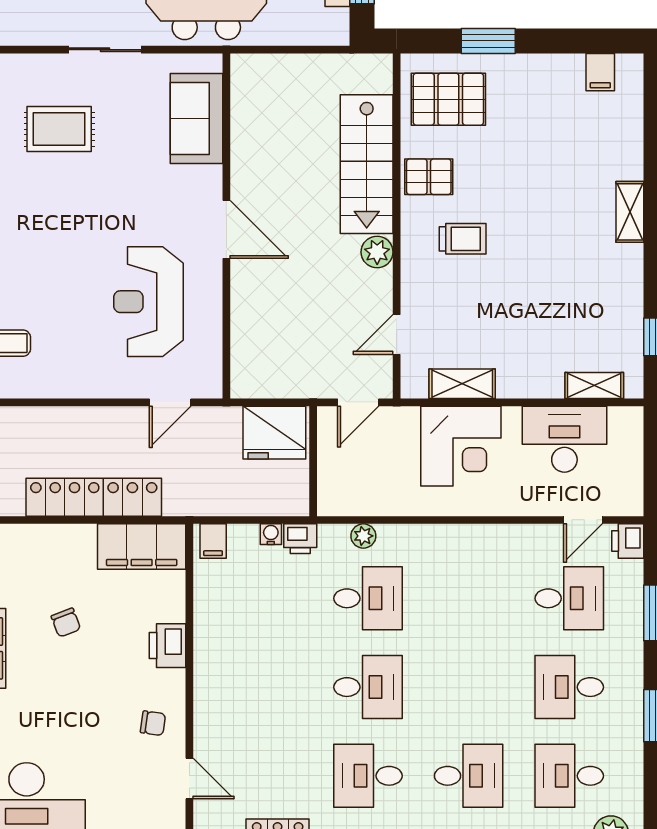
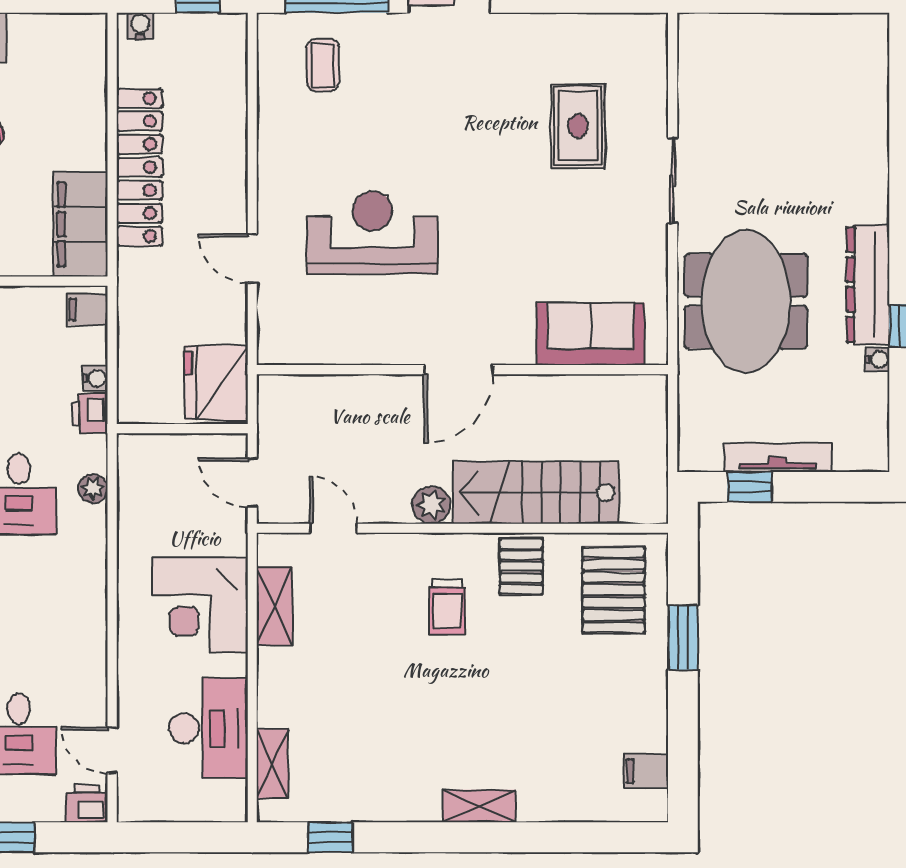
sofa: (197, 118) -> (591, 334), moved
wall: (226, 226) -> (462, 370), moved
door: (226, 229) -> (459, 370), moved

